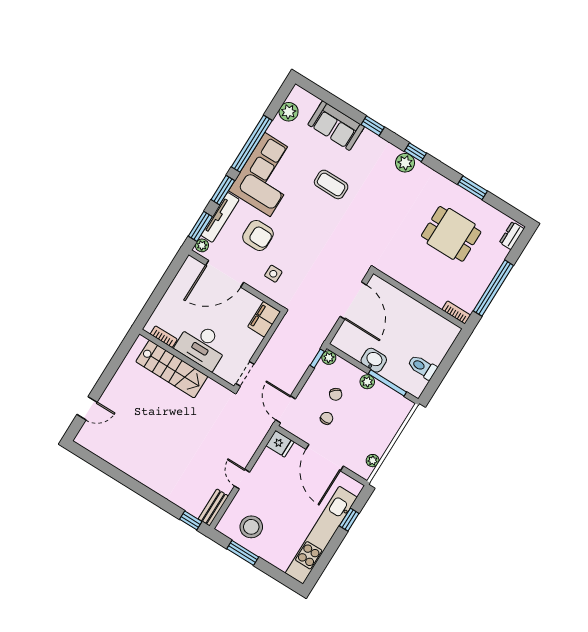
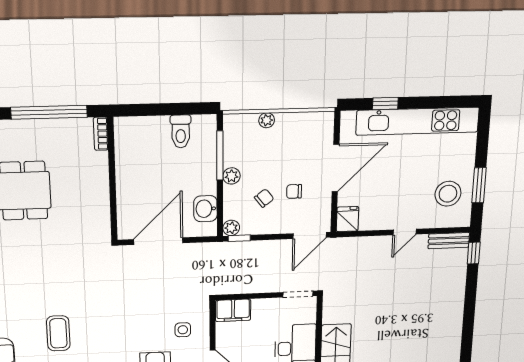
washbasin: (374, 360) -> (205, 209), moved
plant: (373, 461) -> (267, 120), moved

